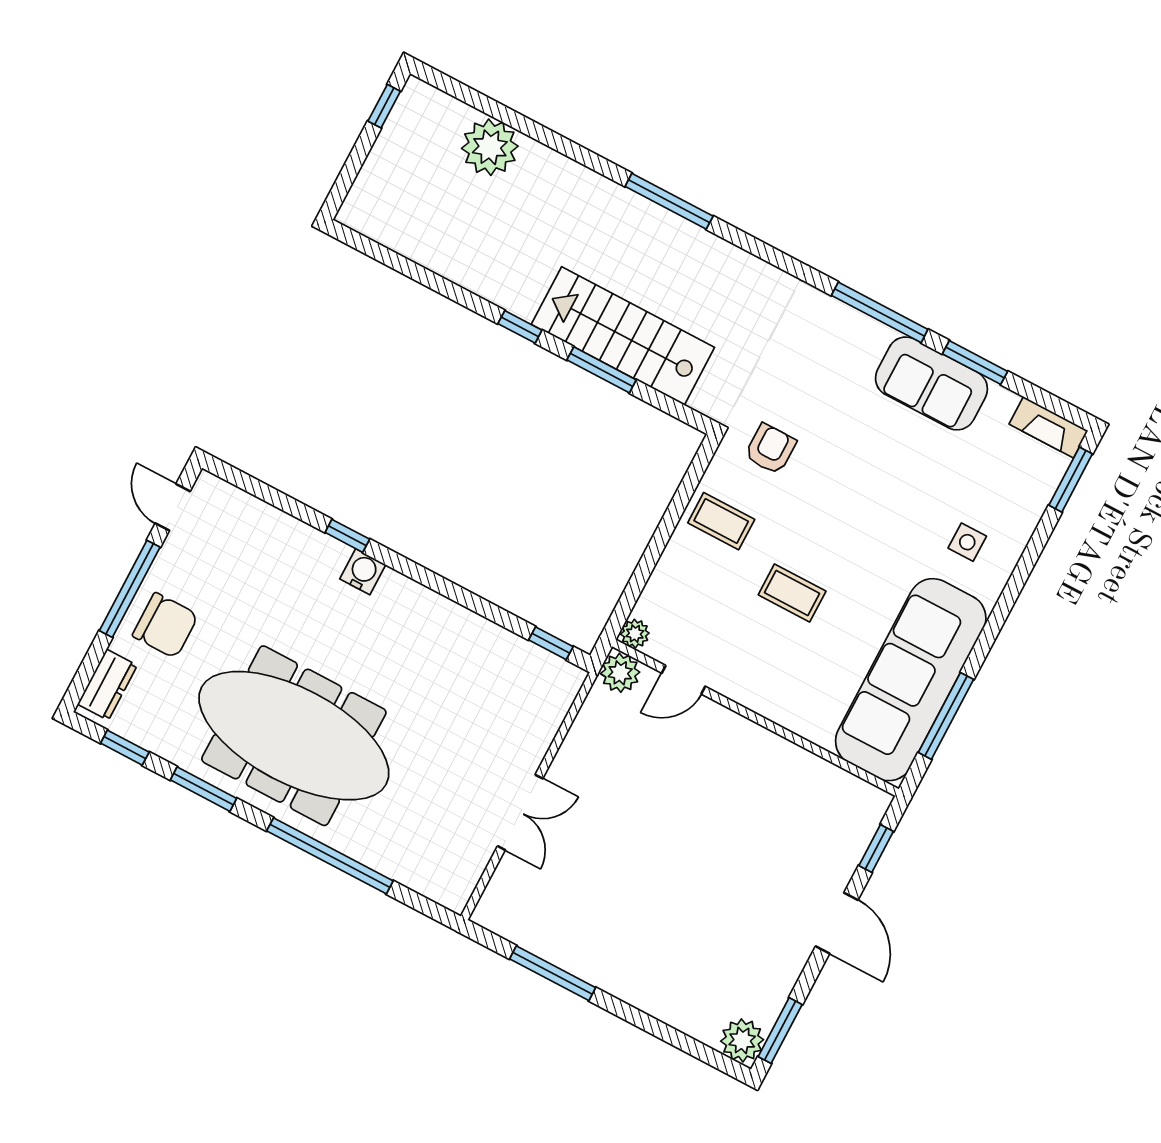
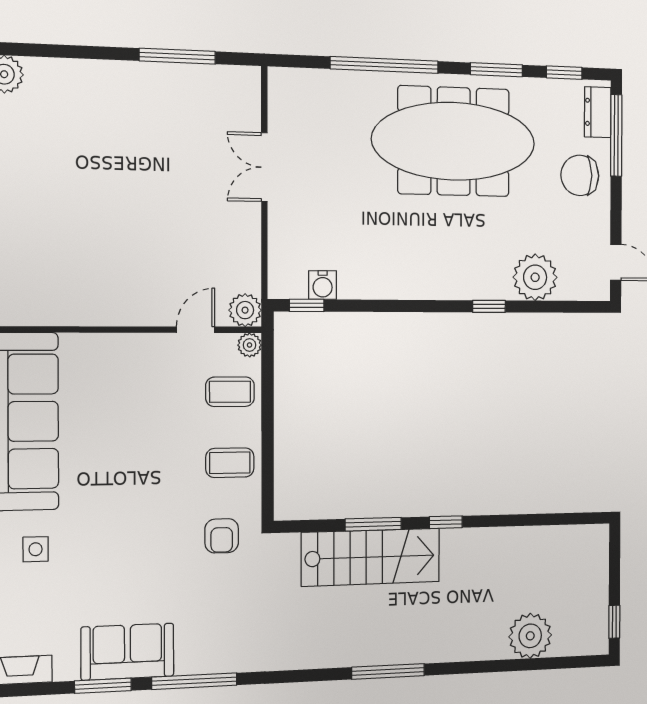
plant: (277, 540) -> (535, 277), added
water cooler: (363, 572) -> (323, 285), moved
window: (130, 589) -> (616, 135), moved
coffee table: (792, 593) -> (230, 392), moved

